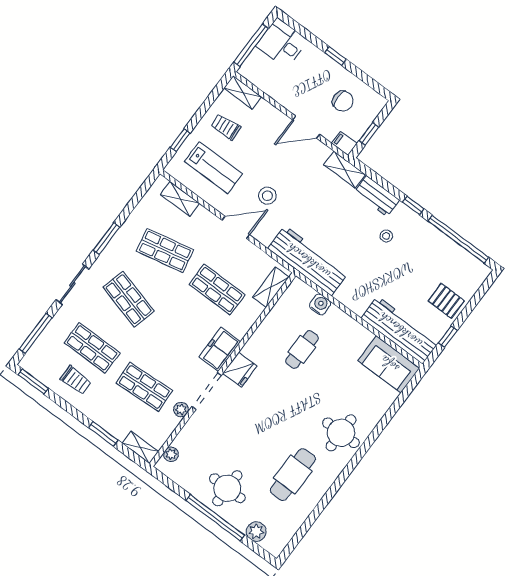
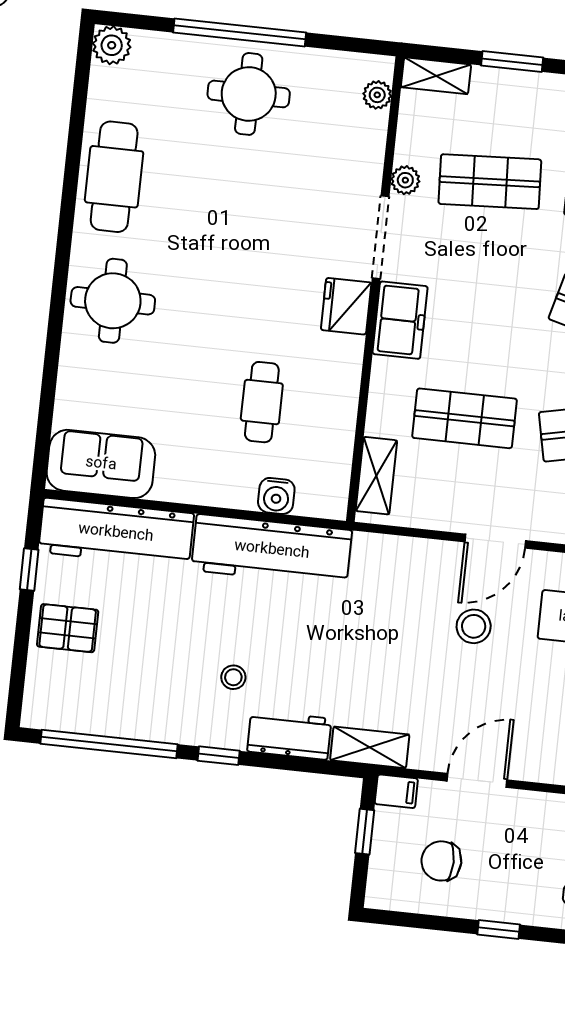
workbench: (308, 261) -> (272, 550), moved
cafe table: (293, 475) -> (114, 177), moved
plant: (256, 532) -> (112, 45), moved

